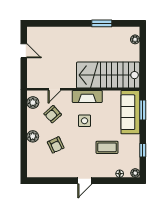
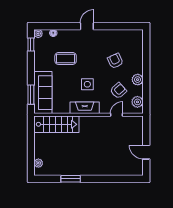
stairs: (108, 75) -> (56, 124), width x0.73, depth x0.66
plant: (33, 136) -> (138, 80), moved
window: (143, 150) -> (31, 44), moved

